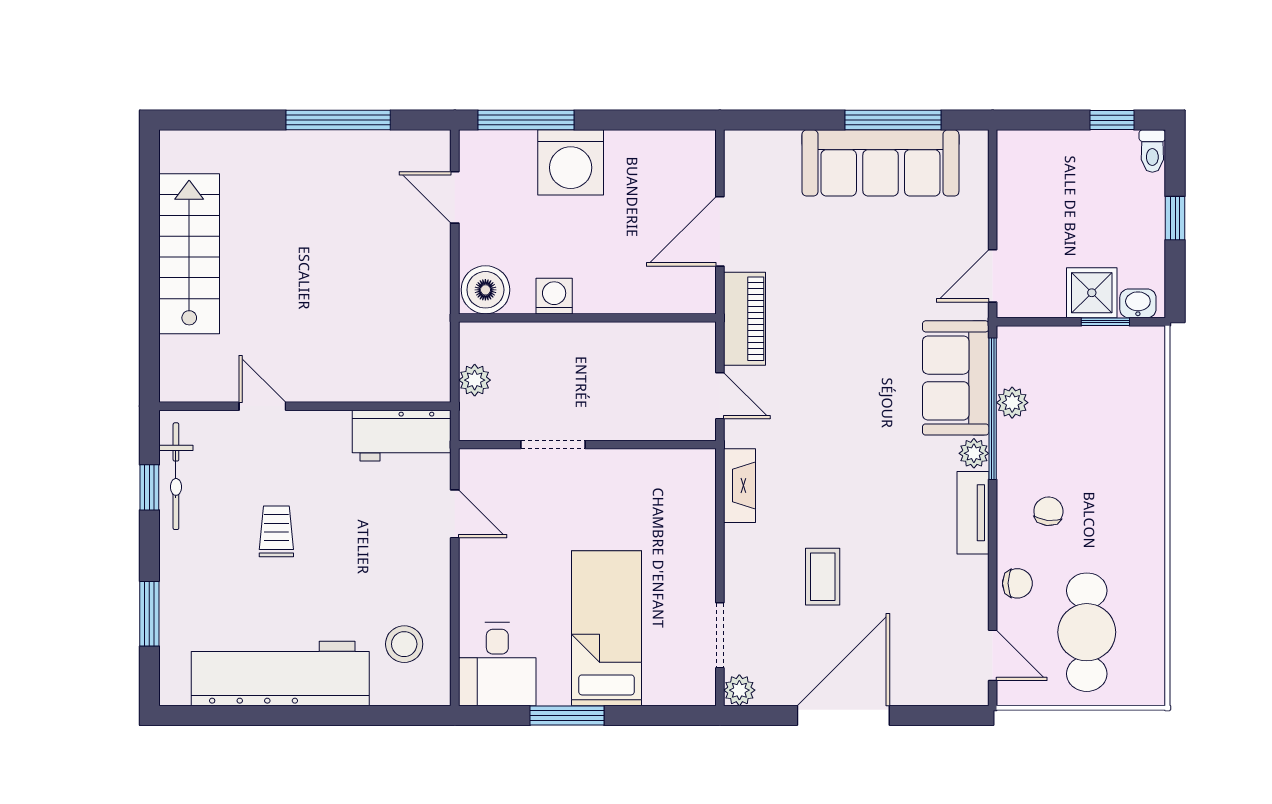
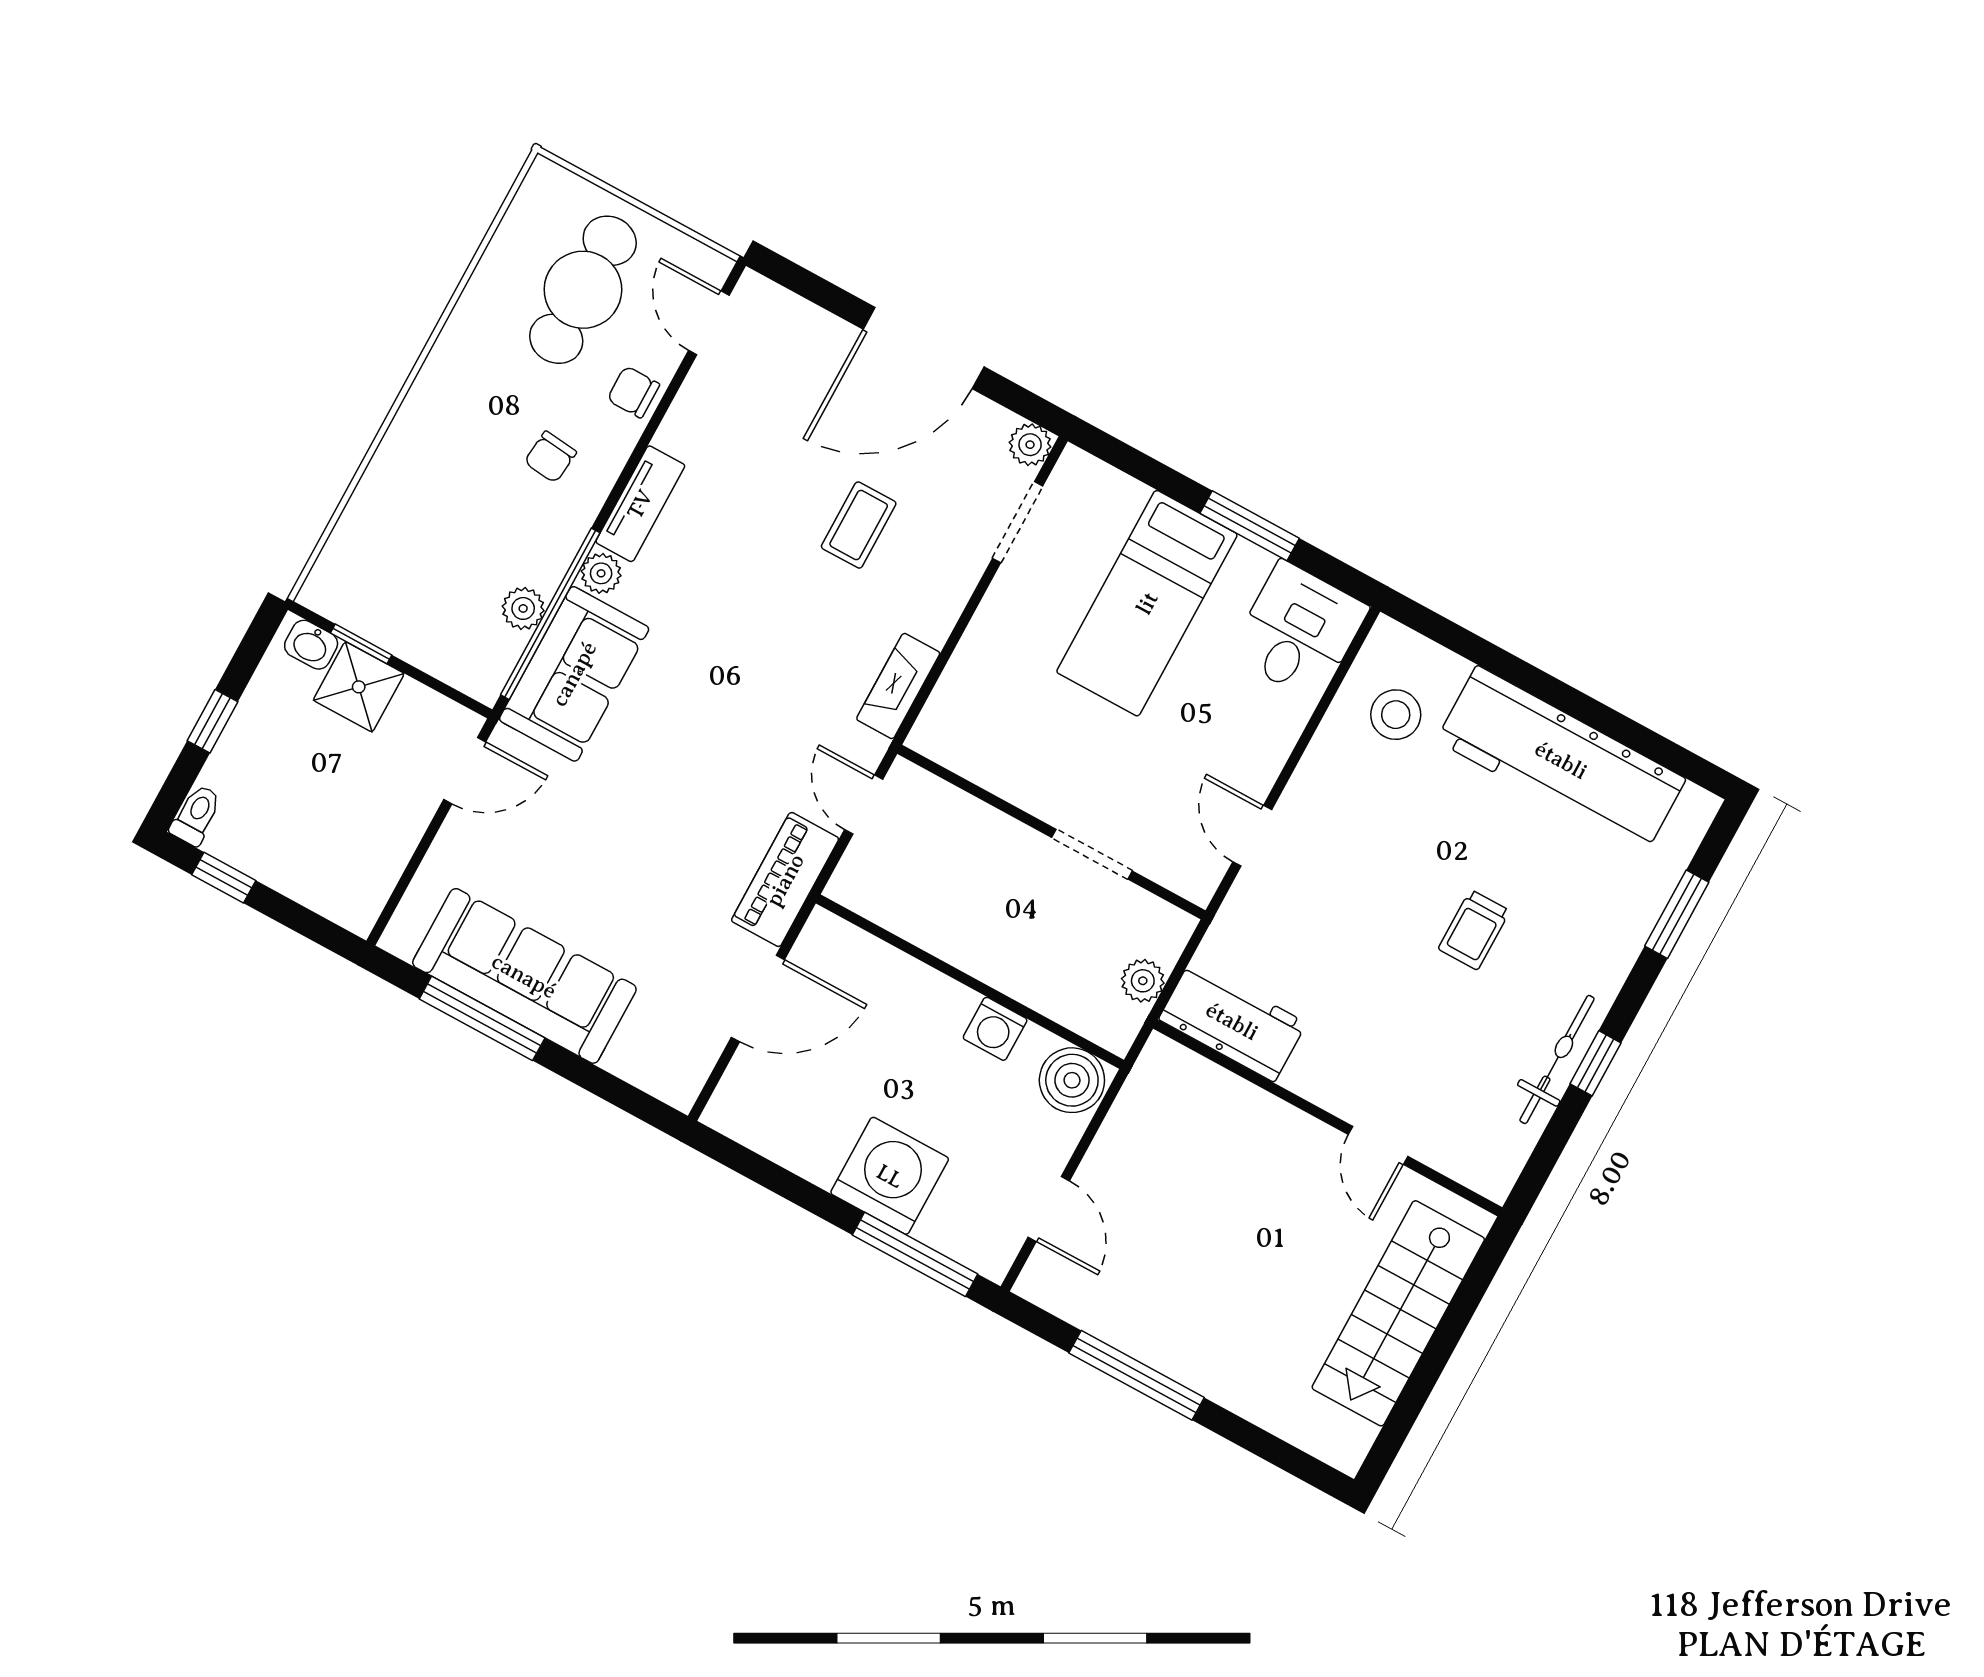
door: (262, 406) -> (1378, 1145), moved
wall: (305, 406) -> (1328, 1118), moved
workbench: (402, 436) -> (1232, 1021), moved

